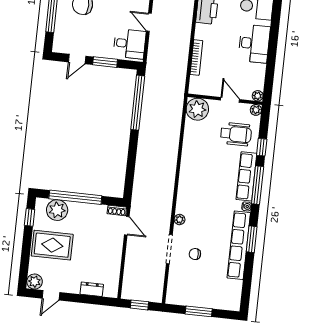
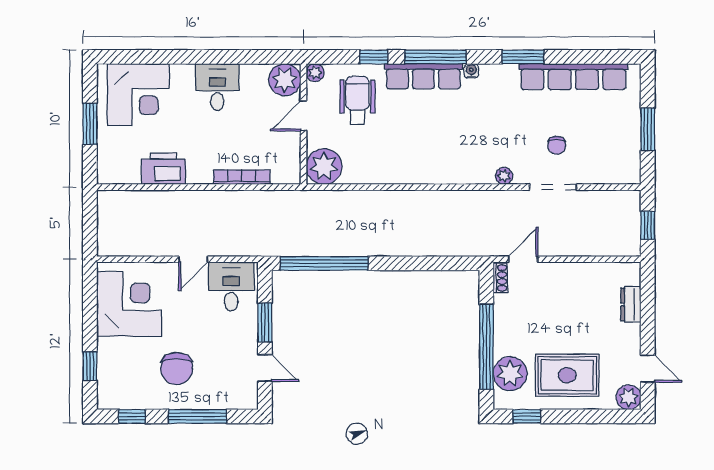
desk: (254, 44) -> (217, 87), width x0.73
plant: (258, 96) -> (285, 80), width x1.88, depth x1.88
rug: (52, 245) -> (567, 375), turned 90
row of seats: (239, 245) -> (573, 77), moved

